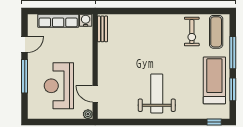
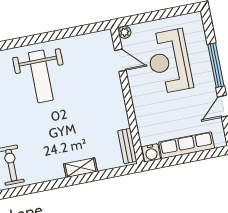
shelving: (141, 20) -> (80, 168), added
reception desk: (59, 86) -> (169, 61), turned 180

